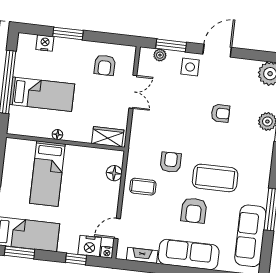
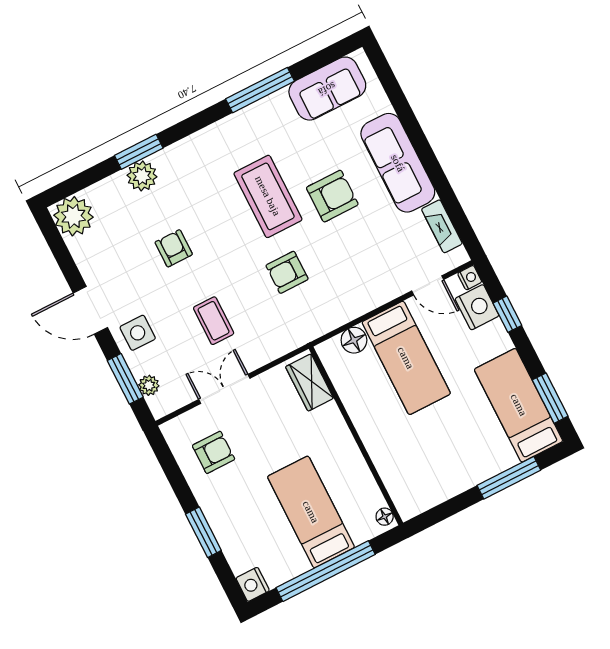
nightstand: (45, 43) -> (253, 584), moved
floor lamp: (57, 135) -> (385, 517), moved
bed: (47, 174) -> (406, 358), moved, turned 90
coffee table: (143, 187) -> (214, 321), moved
sofa: (250, 236) -> (327, 89), width x0.73

